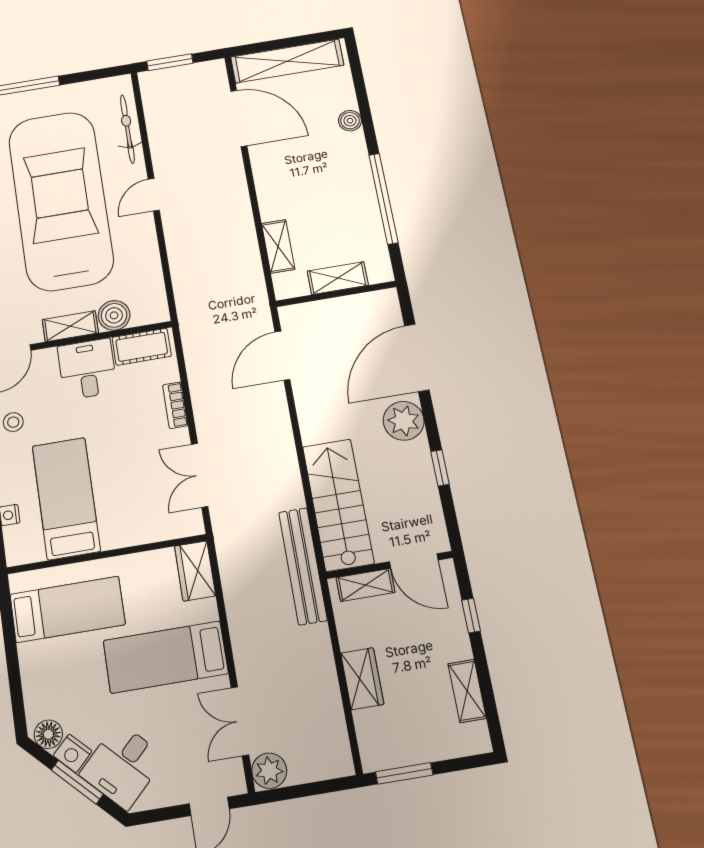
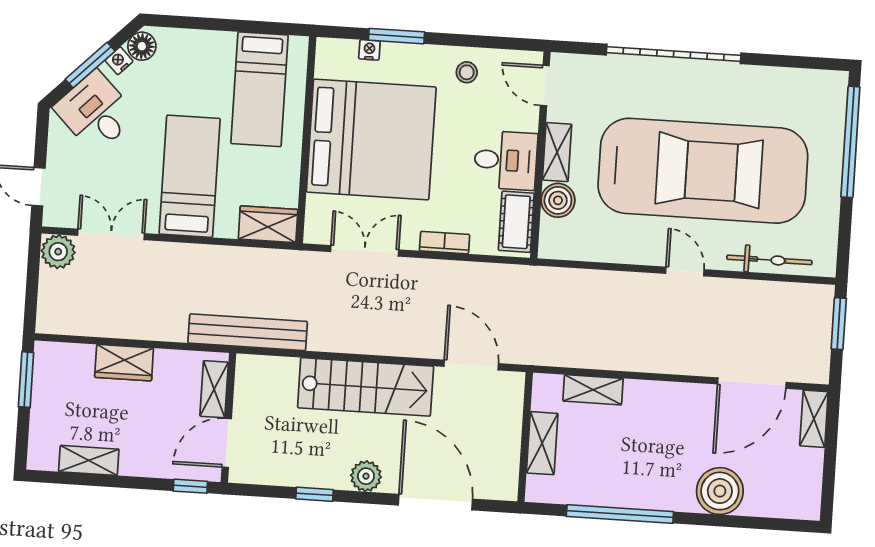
shelving: (287, 61) -> (814, 419), width x0.45, depth x0.75
boiler: (350, 121) -> (720, 491), width x1.86, depth x1.86
plant: (404, 421) -> (366, 476), width x0.73, depth x0.73
bed: (66, 498) -> (371, 140), width x2.04
stairs: (338, 505) -> (366, 387), moved
window: (471, 616) -> (190, 486), moved
nightstand: (73, 753) -> (119, 61), width x0.72, depth x0.74

